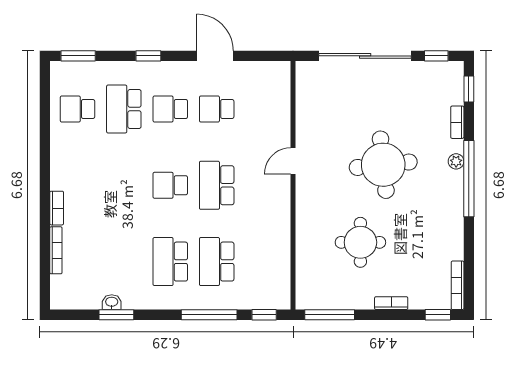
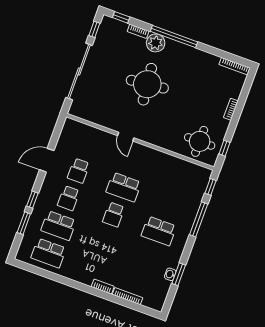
window: (78, 56) -> (24, 223), moved
school desk: (77, 109) -> (49, 253), width x1.85
plant: (456, 161) -> (156, 43), width x1.88, depth x1.88
round table: (360, 242) -> (200, 141), moved
school desk: (217, 262) -> (169, 204), removed
window: (330, 315) -> (225, 148), width x0.46
window: (438, 315) -> (248, 84), removed

